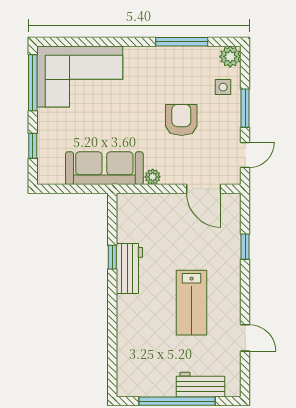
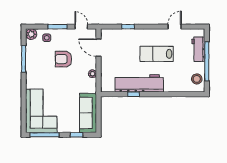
sofa: (104, 168) -> (88, 113), moved
door: (204, 189) -> (99, 48), swing flipped
workbench: (129, 268) -> (139, 83), width x1.88, depth x1.32
lab bench: (192, 303) -> (157, 54), turned 180
stool: (142, 381) -> (197, 79), added

